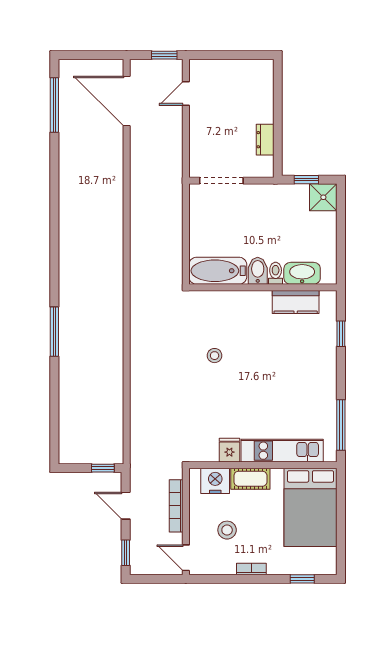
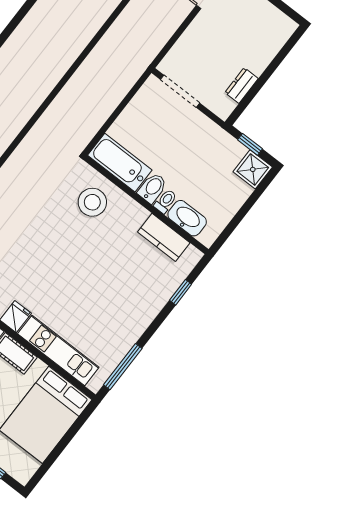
stool: (215, 356) -> (92, 202), moved, width x1.89, depth x1.89

